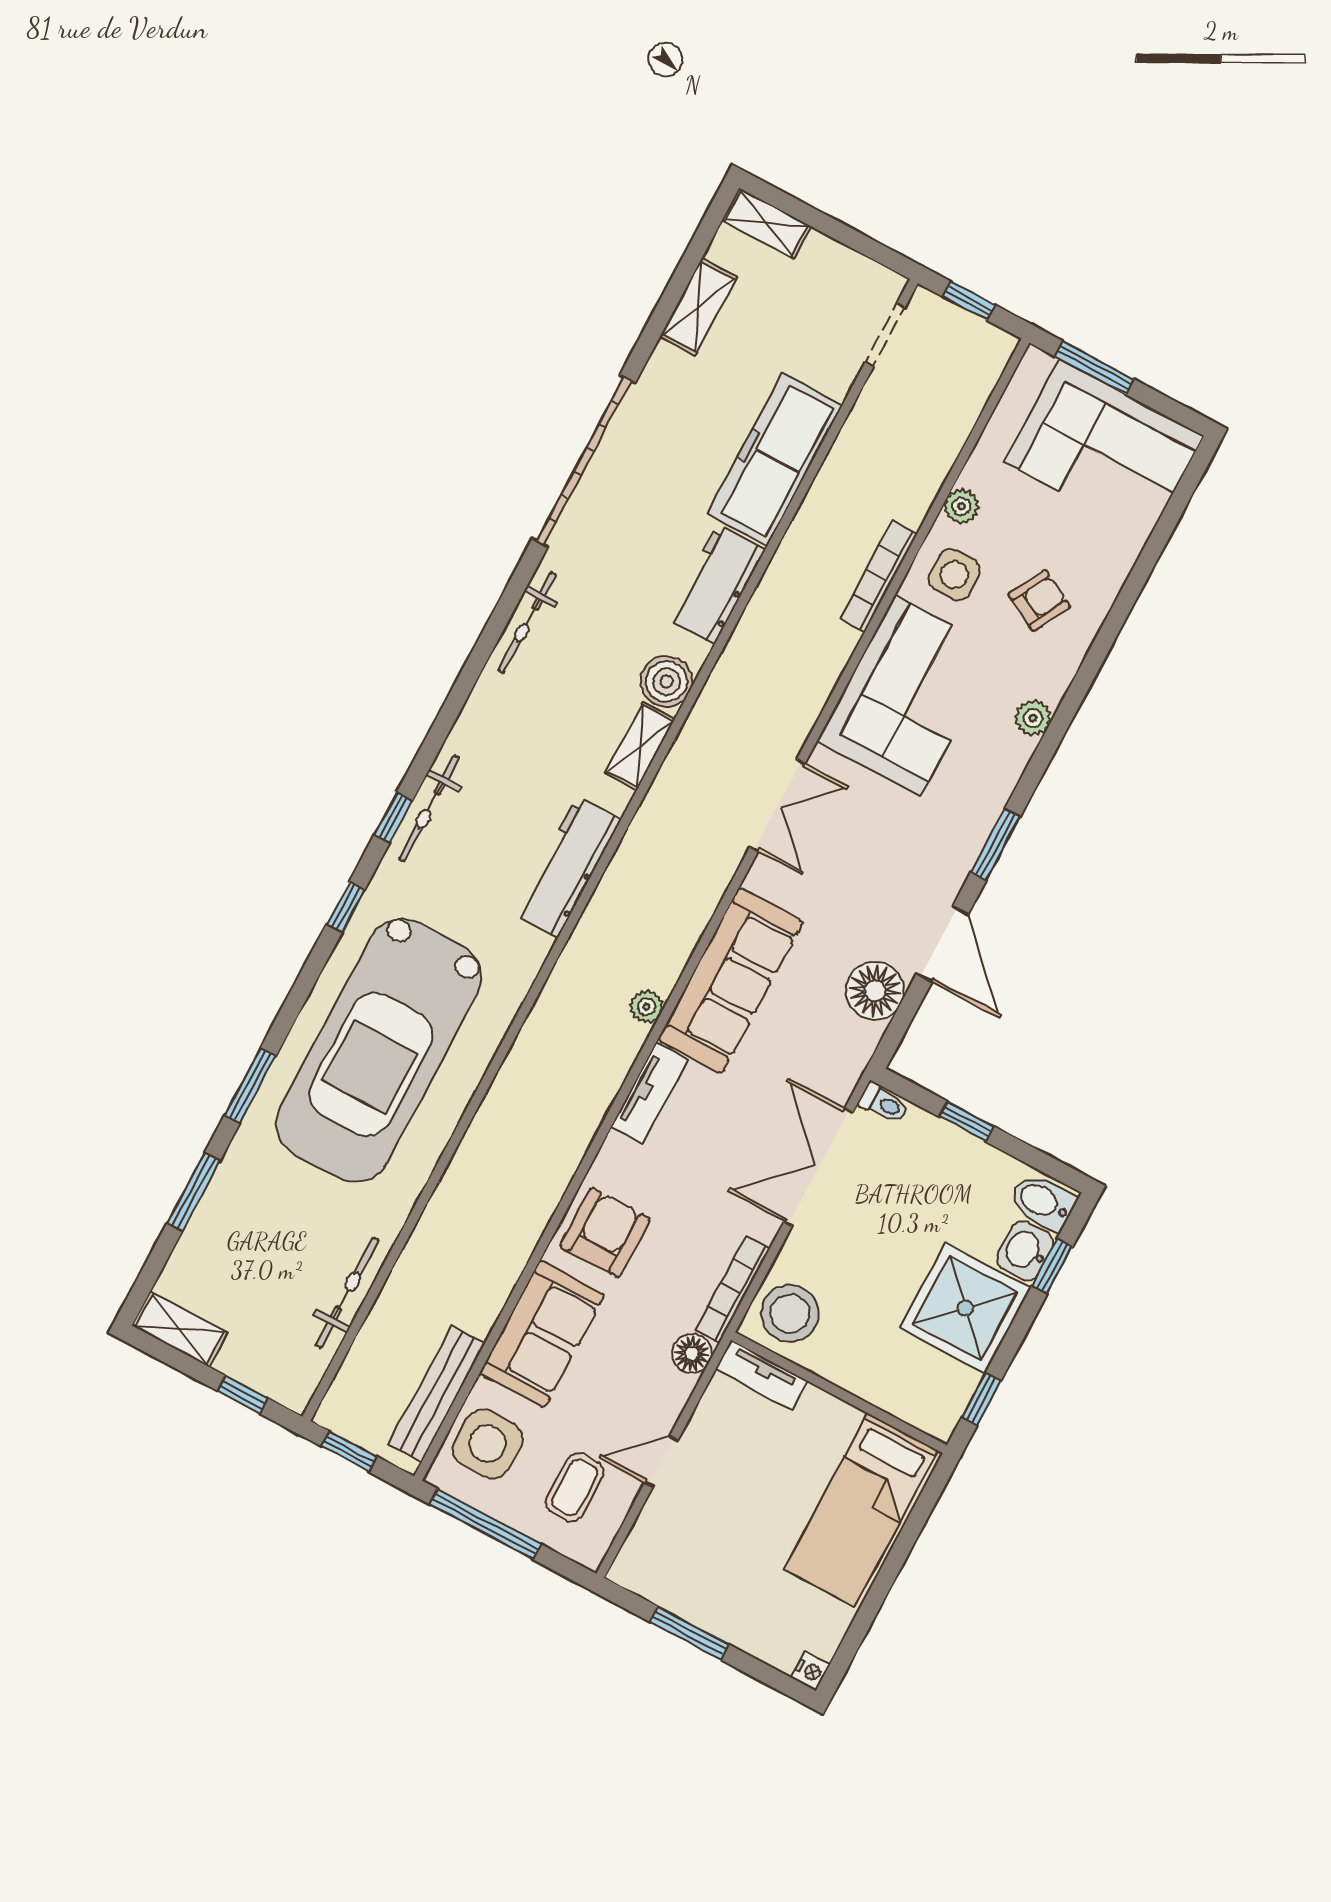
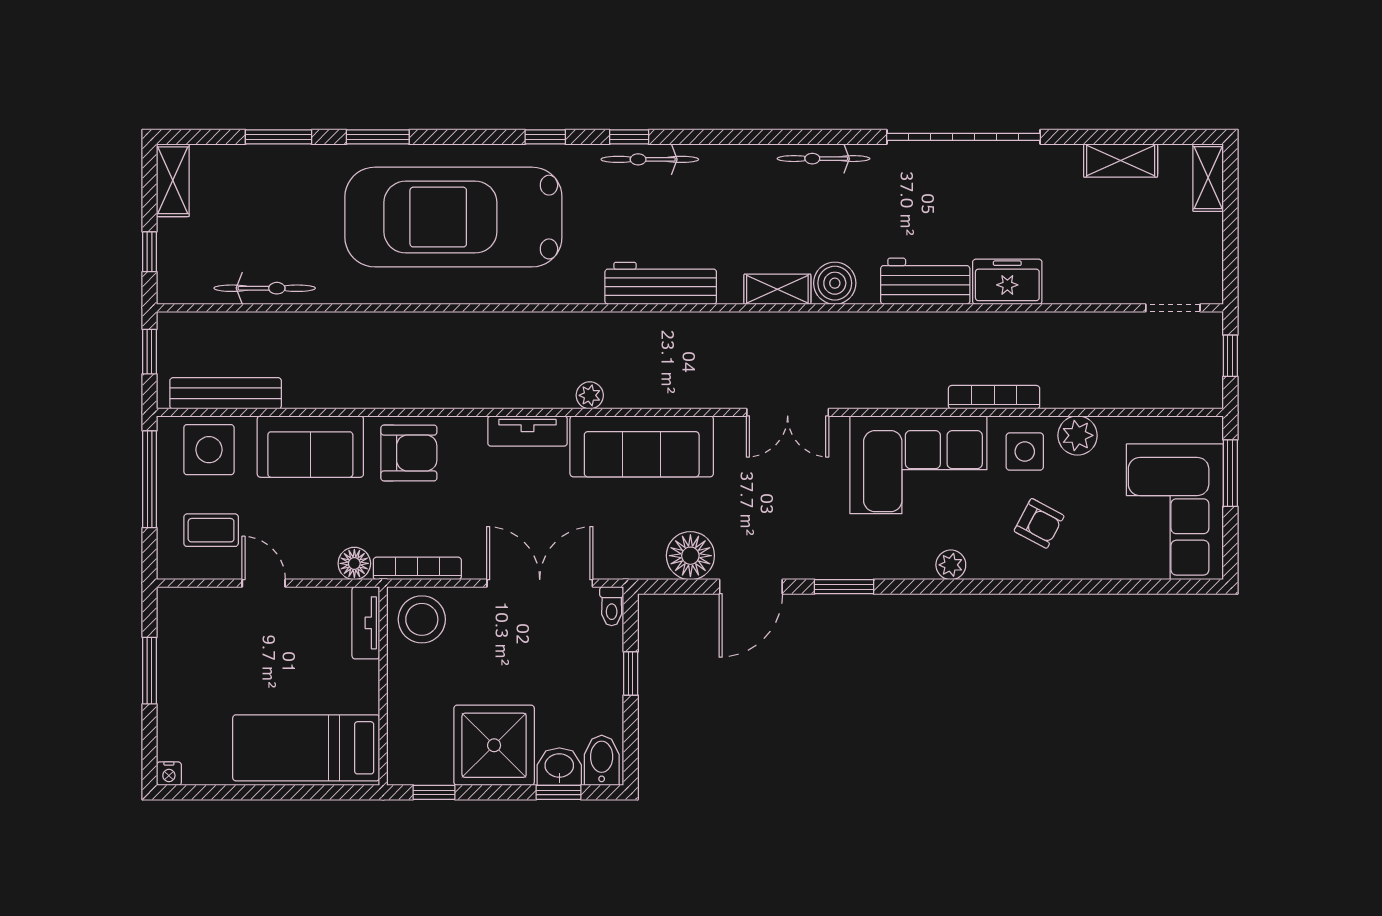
freezer: (775, 460) -> (1007, 282), width x0.52, depth x0.79
plant: (961, 506) -> (1078, 435), width x1.38, depth x1.38

